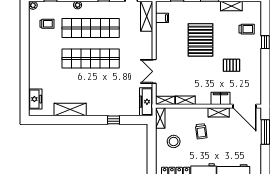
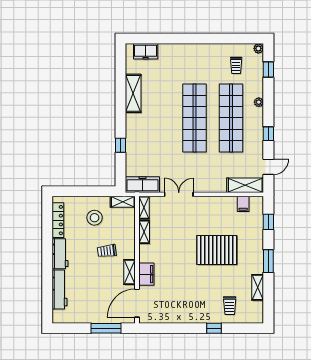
pallet: (232, 65) -> (186, 287), removed

